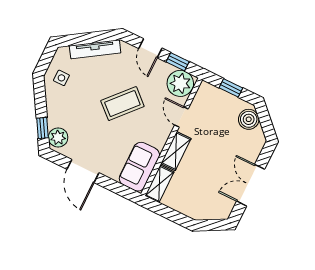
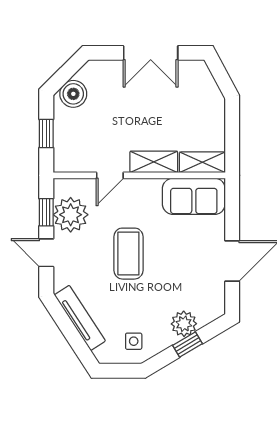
door: (150, 48) -> (46, 253), swing flipped
plant: (180, 83) -> (71, 215), moved
coffee table: (122, 104) -> (128, 254), turned 48
window: (42, 128) -> (187, 345), moved
plant: (58, 137) -> (184, 324), moved

